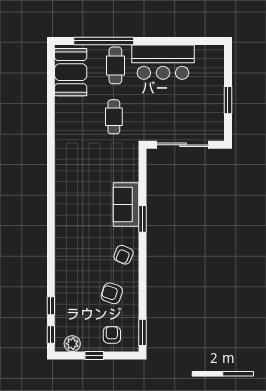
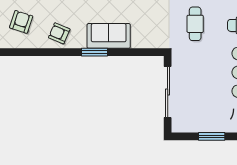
cafe table: (114, 117) -> (195, 24), turned 90

